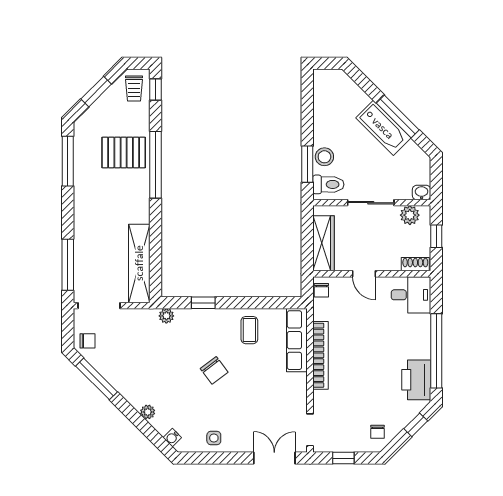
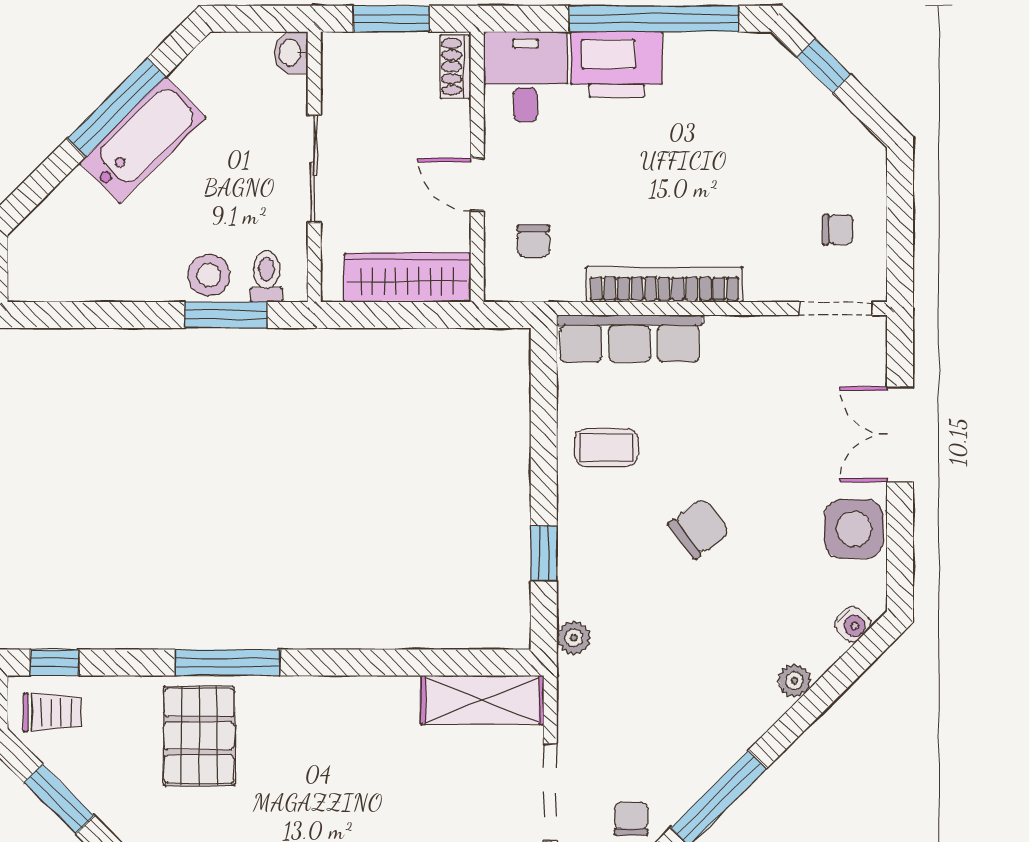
window: (156, 165) -> (227, 663), width x0.68
toilet: (328, 184) -> (266, 276), width x0.73, depth x0.72
plant: (410, 215) -> (343, 80), removed
window: (436, 236) -> (391, 19), width x1.50
shelving: (139, 263) -> (482, 700), width x0.68
door: (364, 274) -> (477, 185), swing flipped
chair: (321, 290) -> (533, 241), moved, turned 90
printer: (416, 380) -> (617, 65), moved
chair: (377, 432) -> (838, 230), moved
side table: (214, 438) -> (854, 529), width x1.87, depth x1.87
double door: (274, 458) -> (900, 434), moved
window: (343, 458) -> (900, 232), removed

